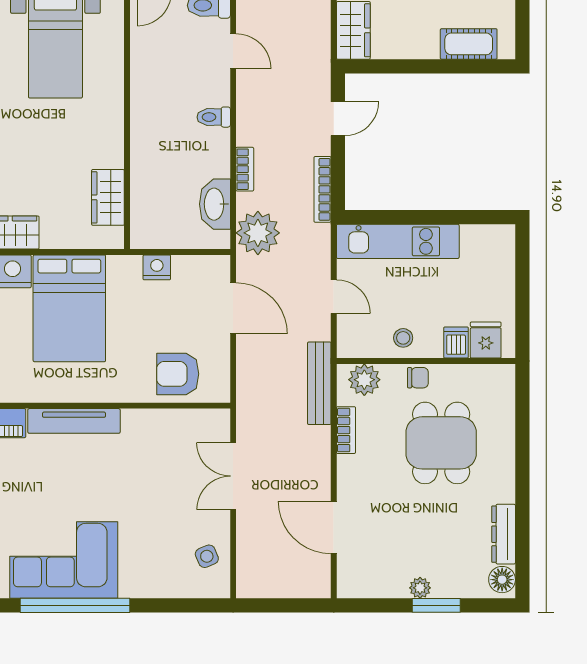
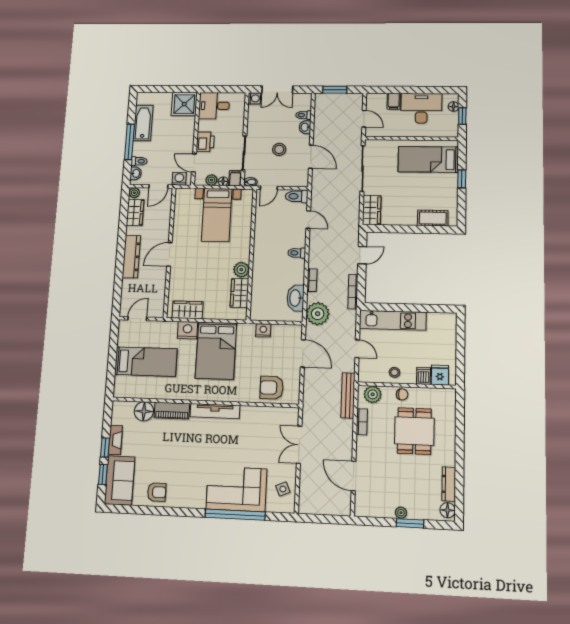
plant: (109, 152) -> (241, 270), added
corner sofa: (64, 560) -> (236, 489), moved
window: (75, 605) -> (235, 515), moved

